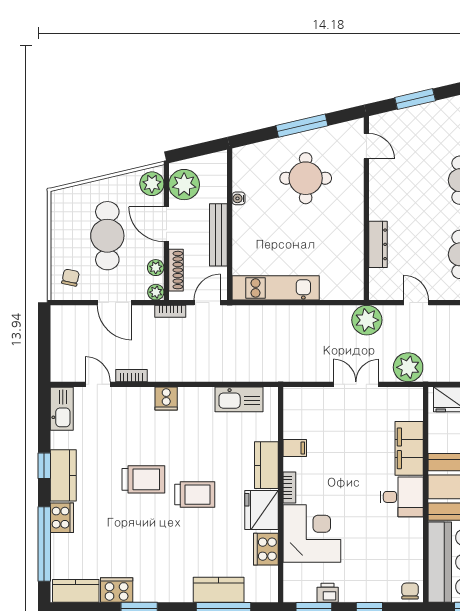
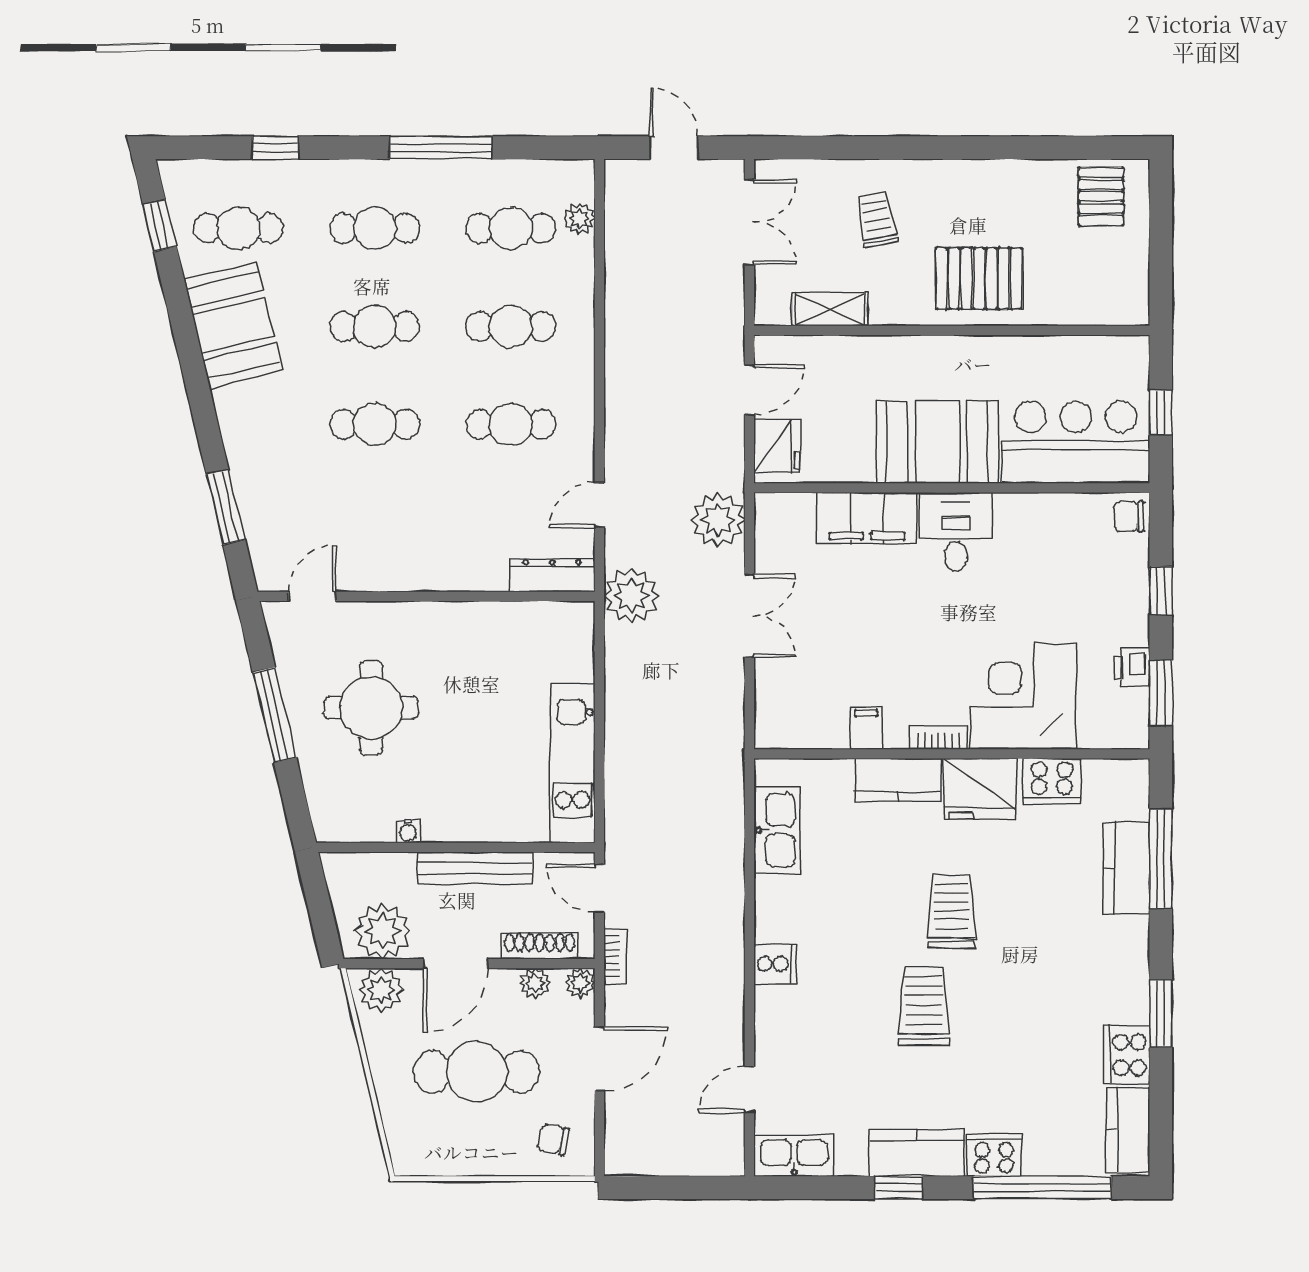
dresser: (378, 244) -> (552, 575), moved
bookcase: (131, 376) -> (733, 1028), removed
double door: (356, 384) -> (749, 616), swing flipped

